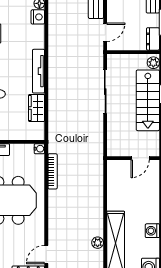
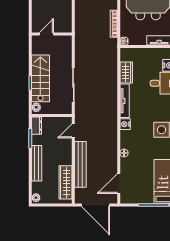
nightstand: (38, 17) -> (125, 124), moved

